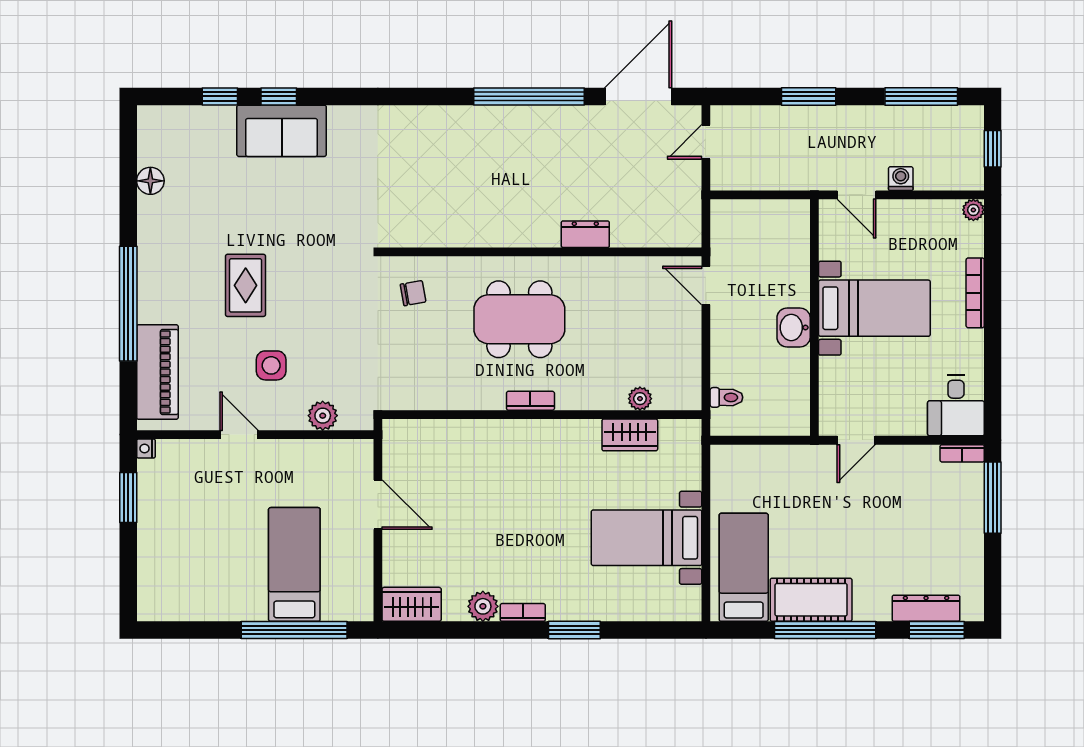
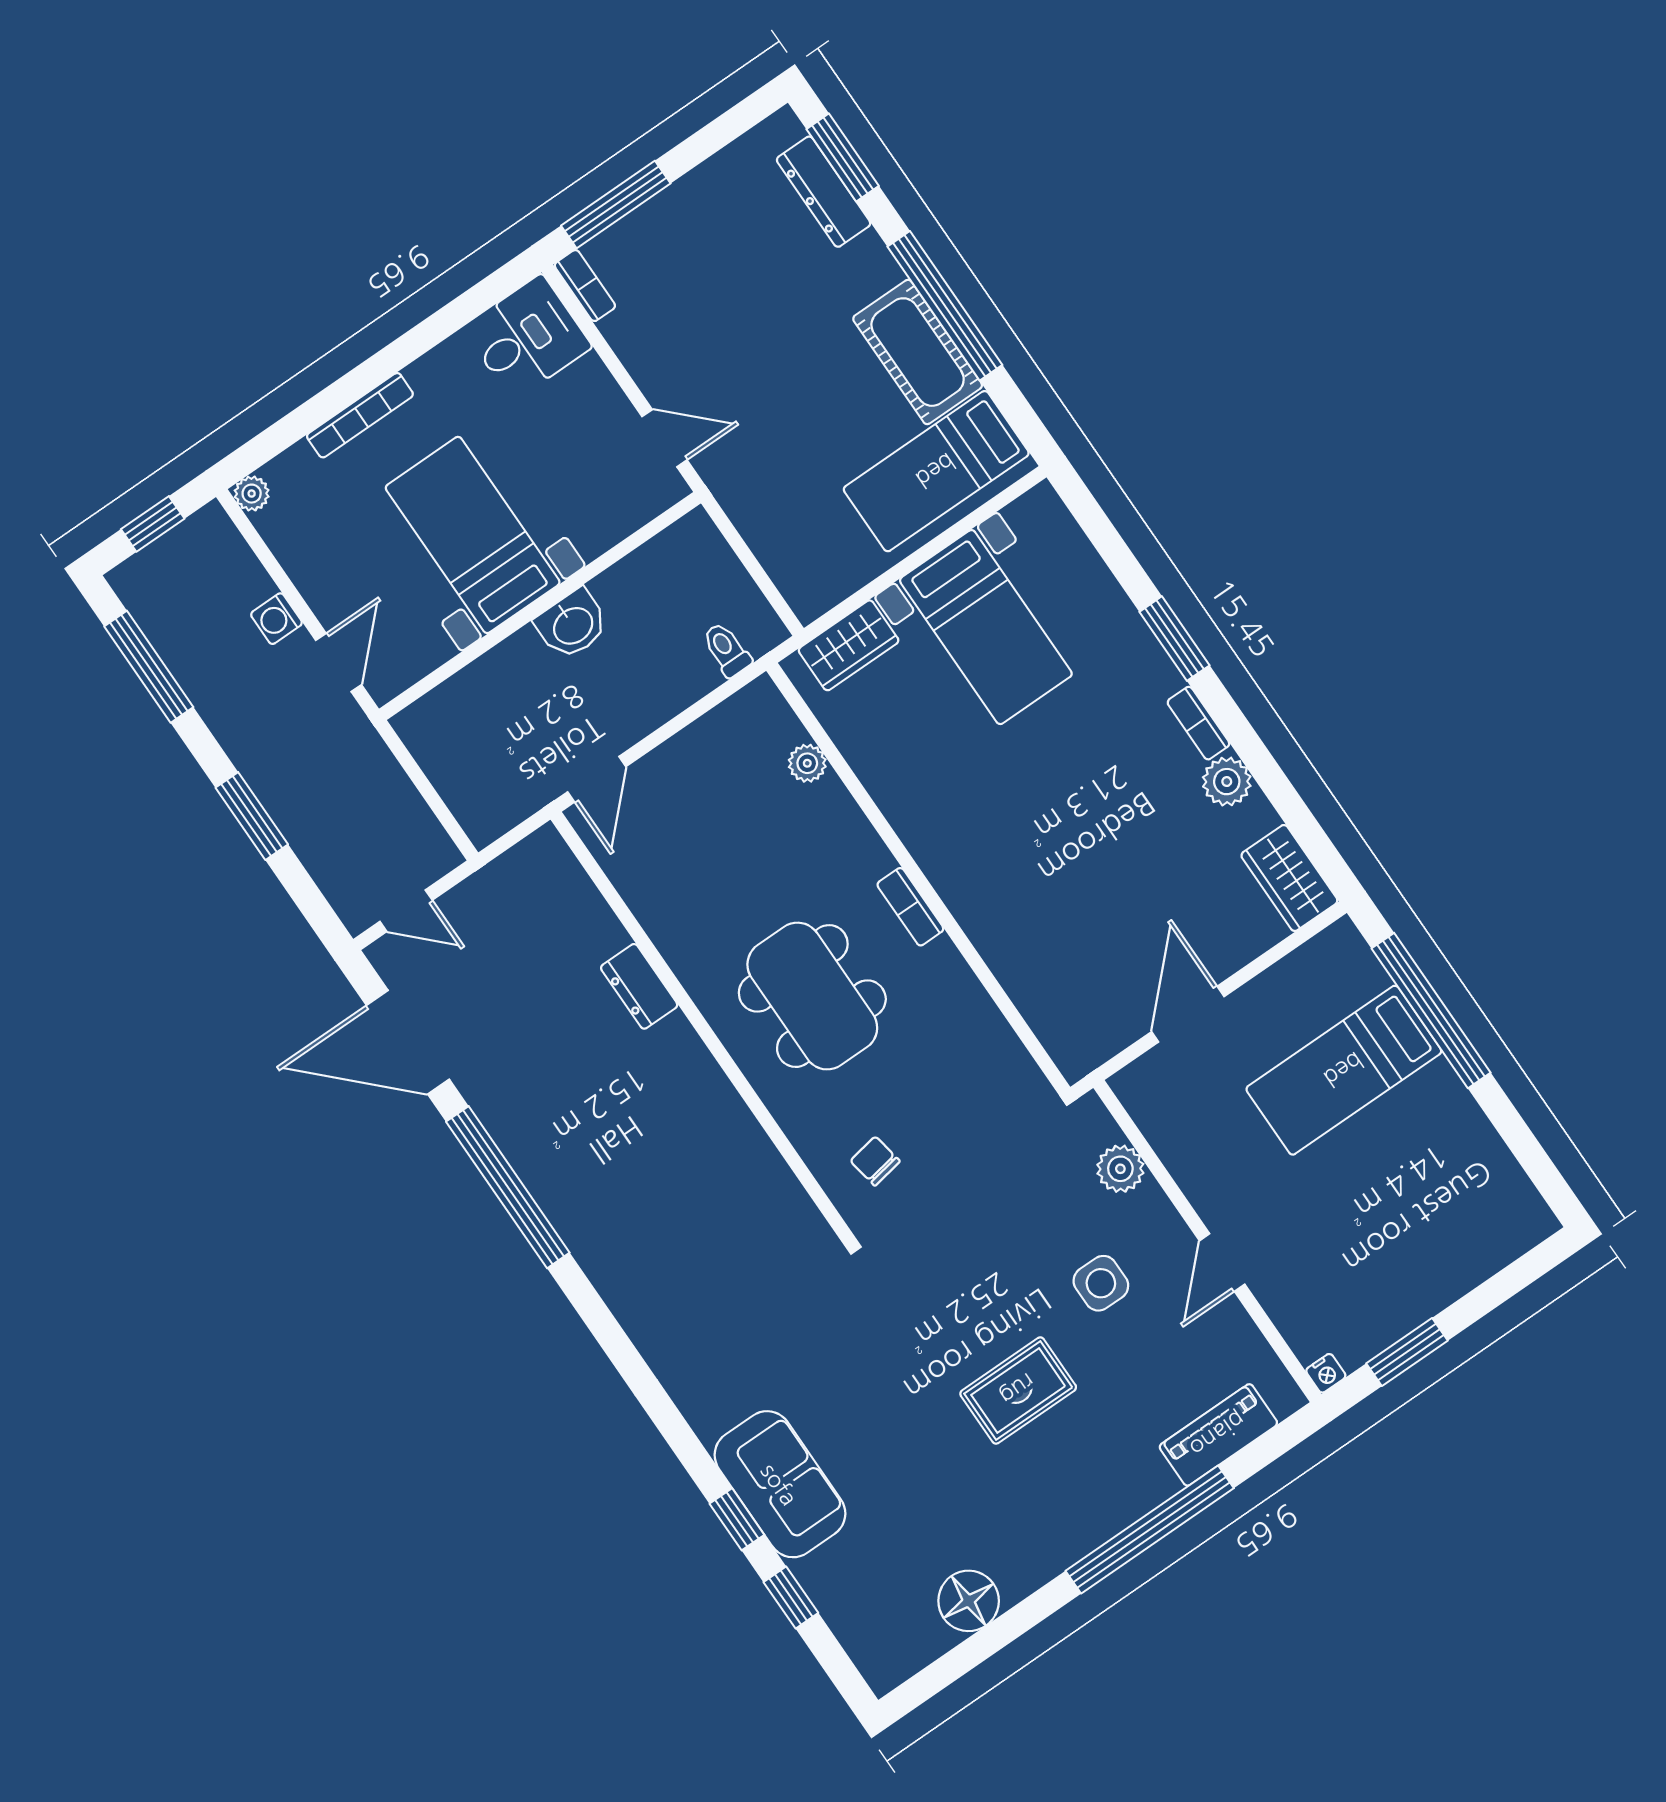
floor lamp: (150, 181) -> (969, 1601), width x1.38, depth x1.38
piano: (157, 372) -> (1218, 1435), width x0.73, depth x0.75
wardrobe: (630, 435) -> (849, 645), moved, turned 90

